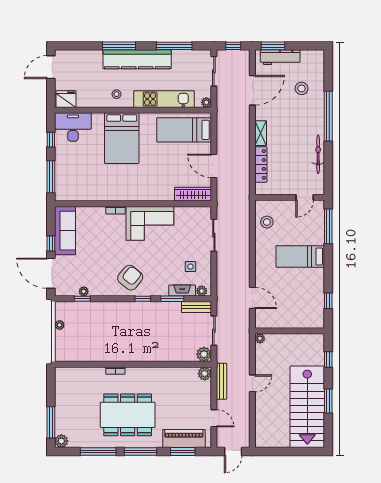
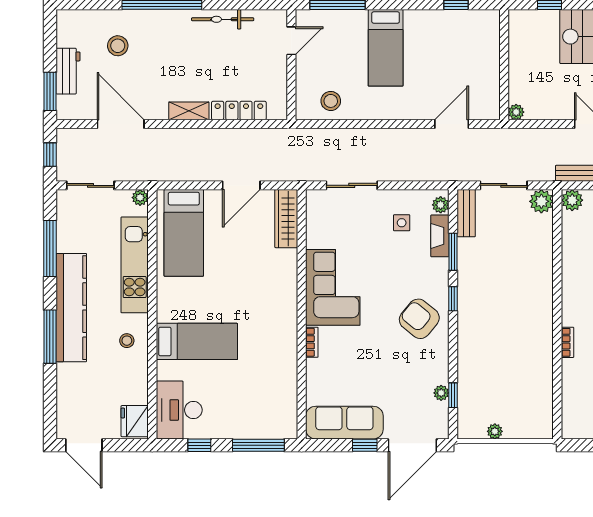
workbench: (280, 57) -> (68, 71), width x0.73
bed: (122, 138) -> (197, 341), width x0.67
door: (305, 197) -> (291, 41), hinge flipped

